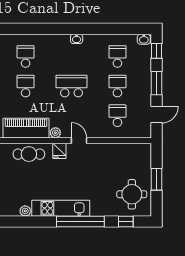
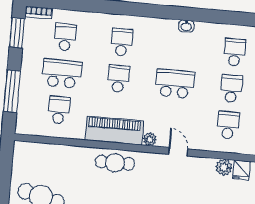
plant: (117, 150) -> (224, 167), added
fridge: (59, 151) -> (241, 170), moved

